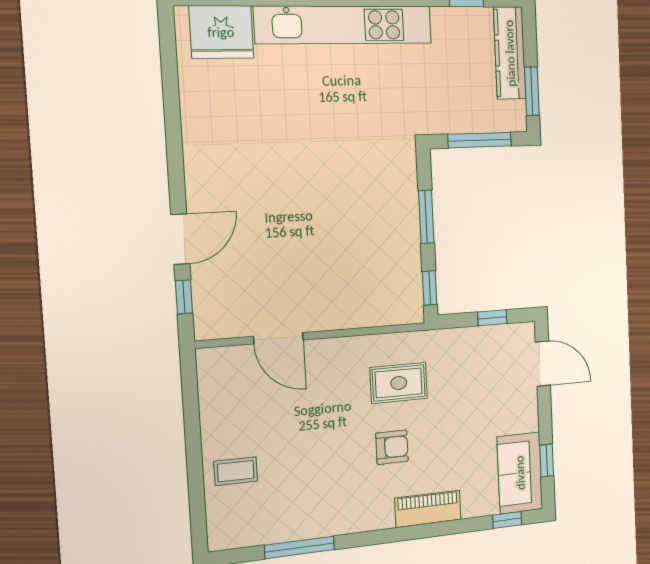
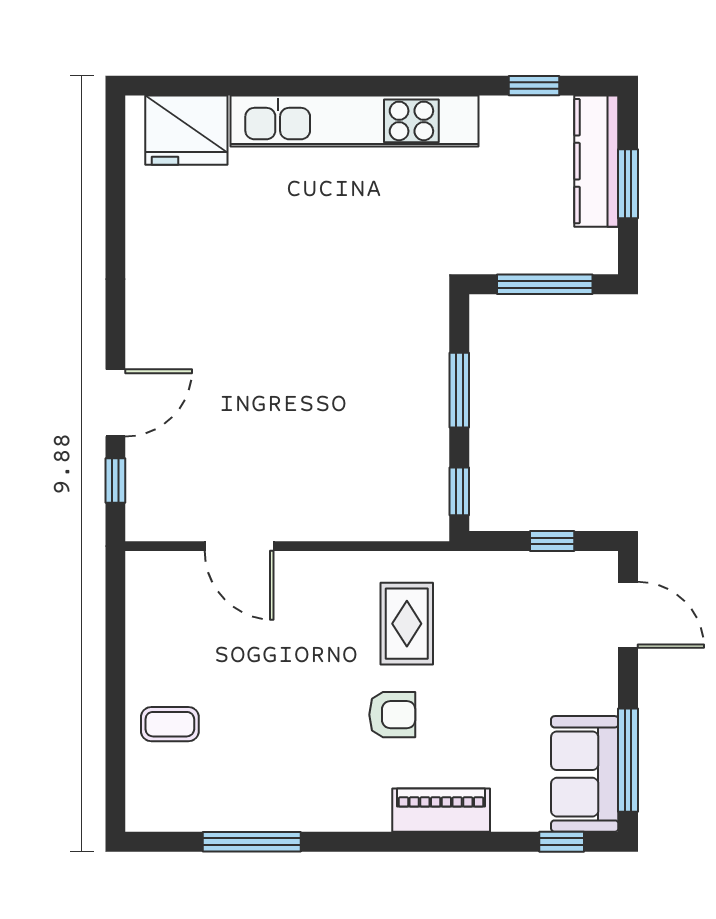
window: (532, 91) -> (628, 184), moved
rug: (399, 383) -> (407, 624), turned 90
window: (547, 461) -> (628, 760), width x2.17

